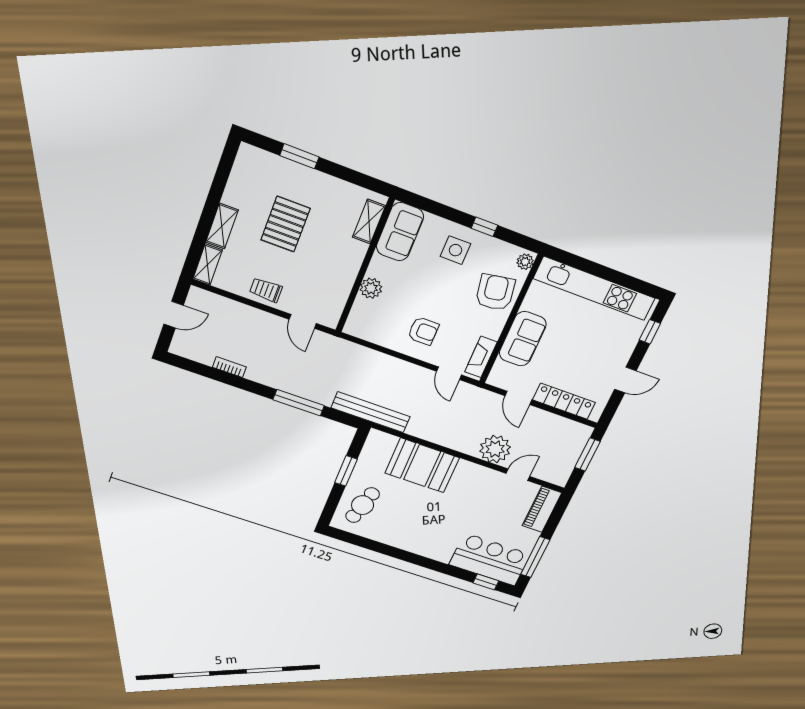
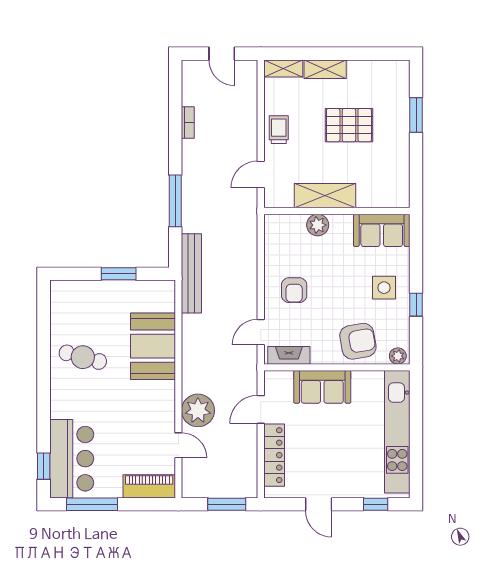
shelving: (369, 222) -> (325, 196), moved, width x1.50, depth x1.33
cafe table: (363, 505) -> (83, 357), moved

